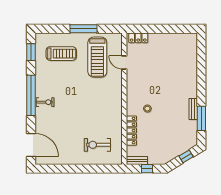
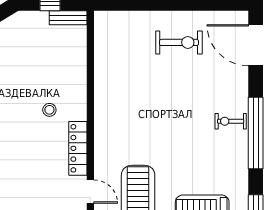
locker: (131, 131) -> (78, 148), moved
exercise bike: (97, 145) -> (179, 42), moved

